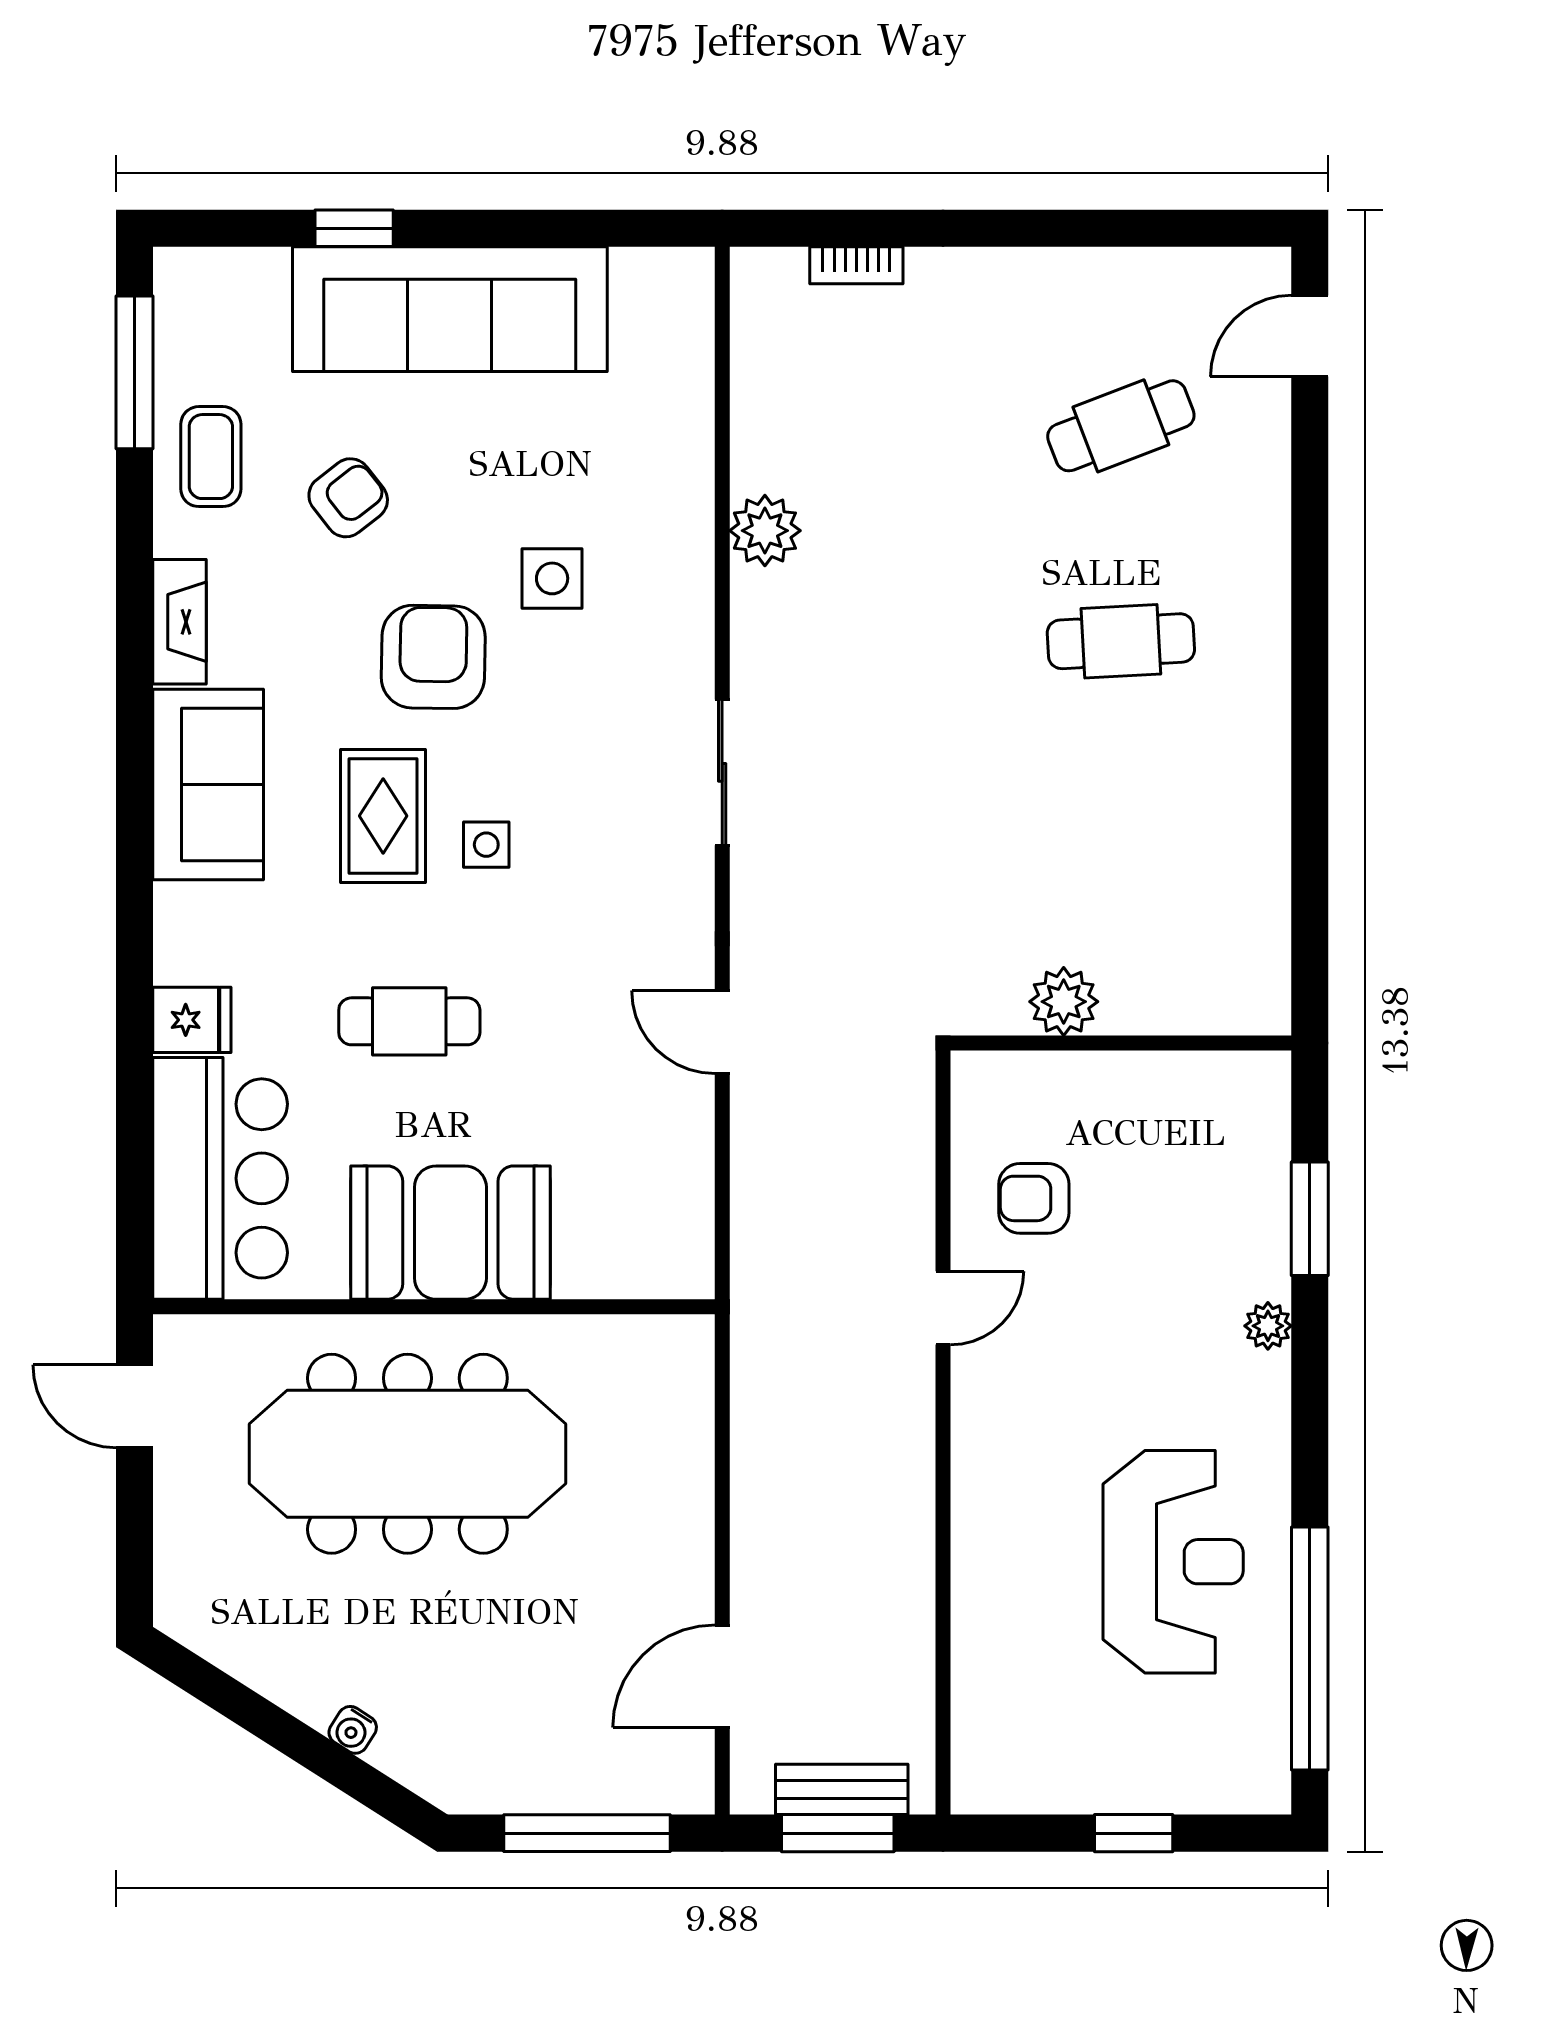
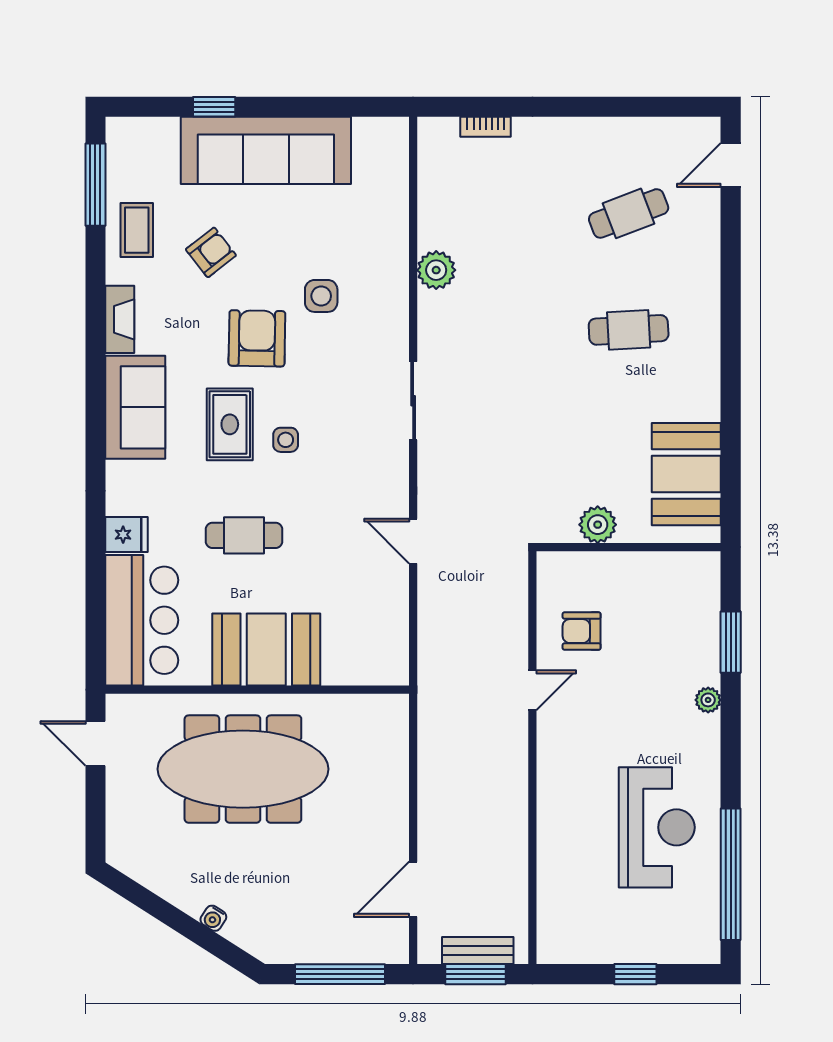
booth: (1228, 908) -> (686, 474), added

